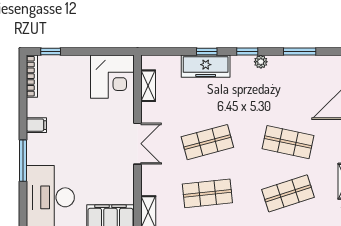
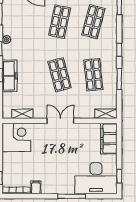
filing cabinet: (36, 125) -> (36, 187), moved
shop shelf: (288, 193) -> (93, 22), turned 33

